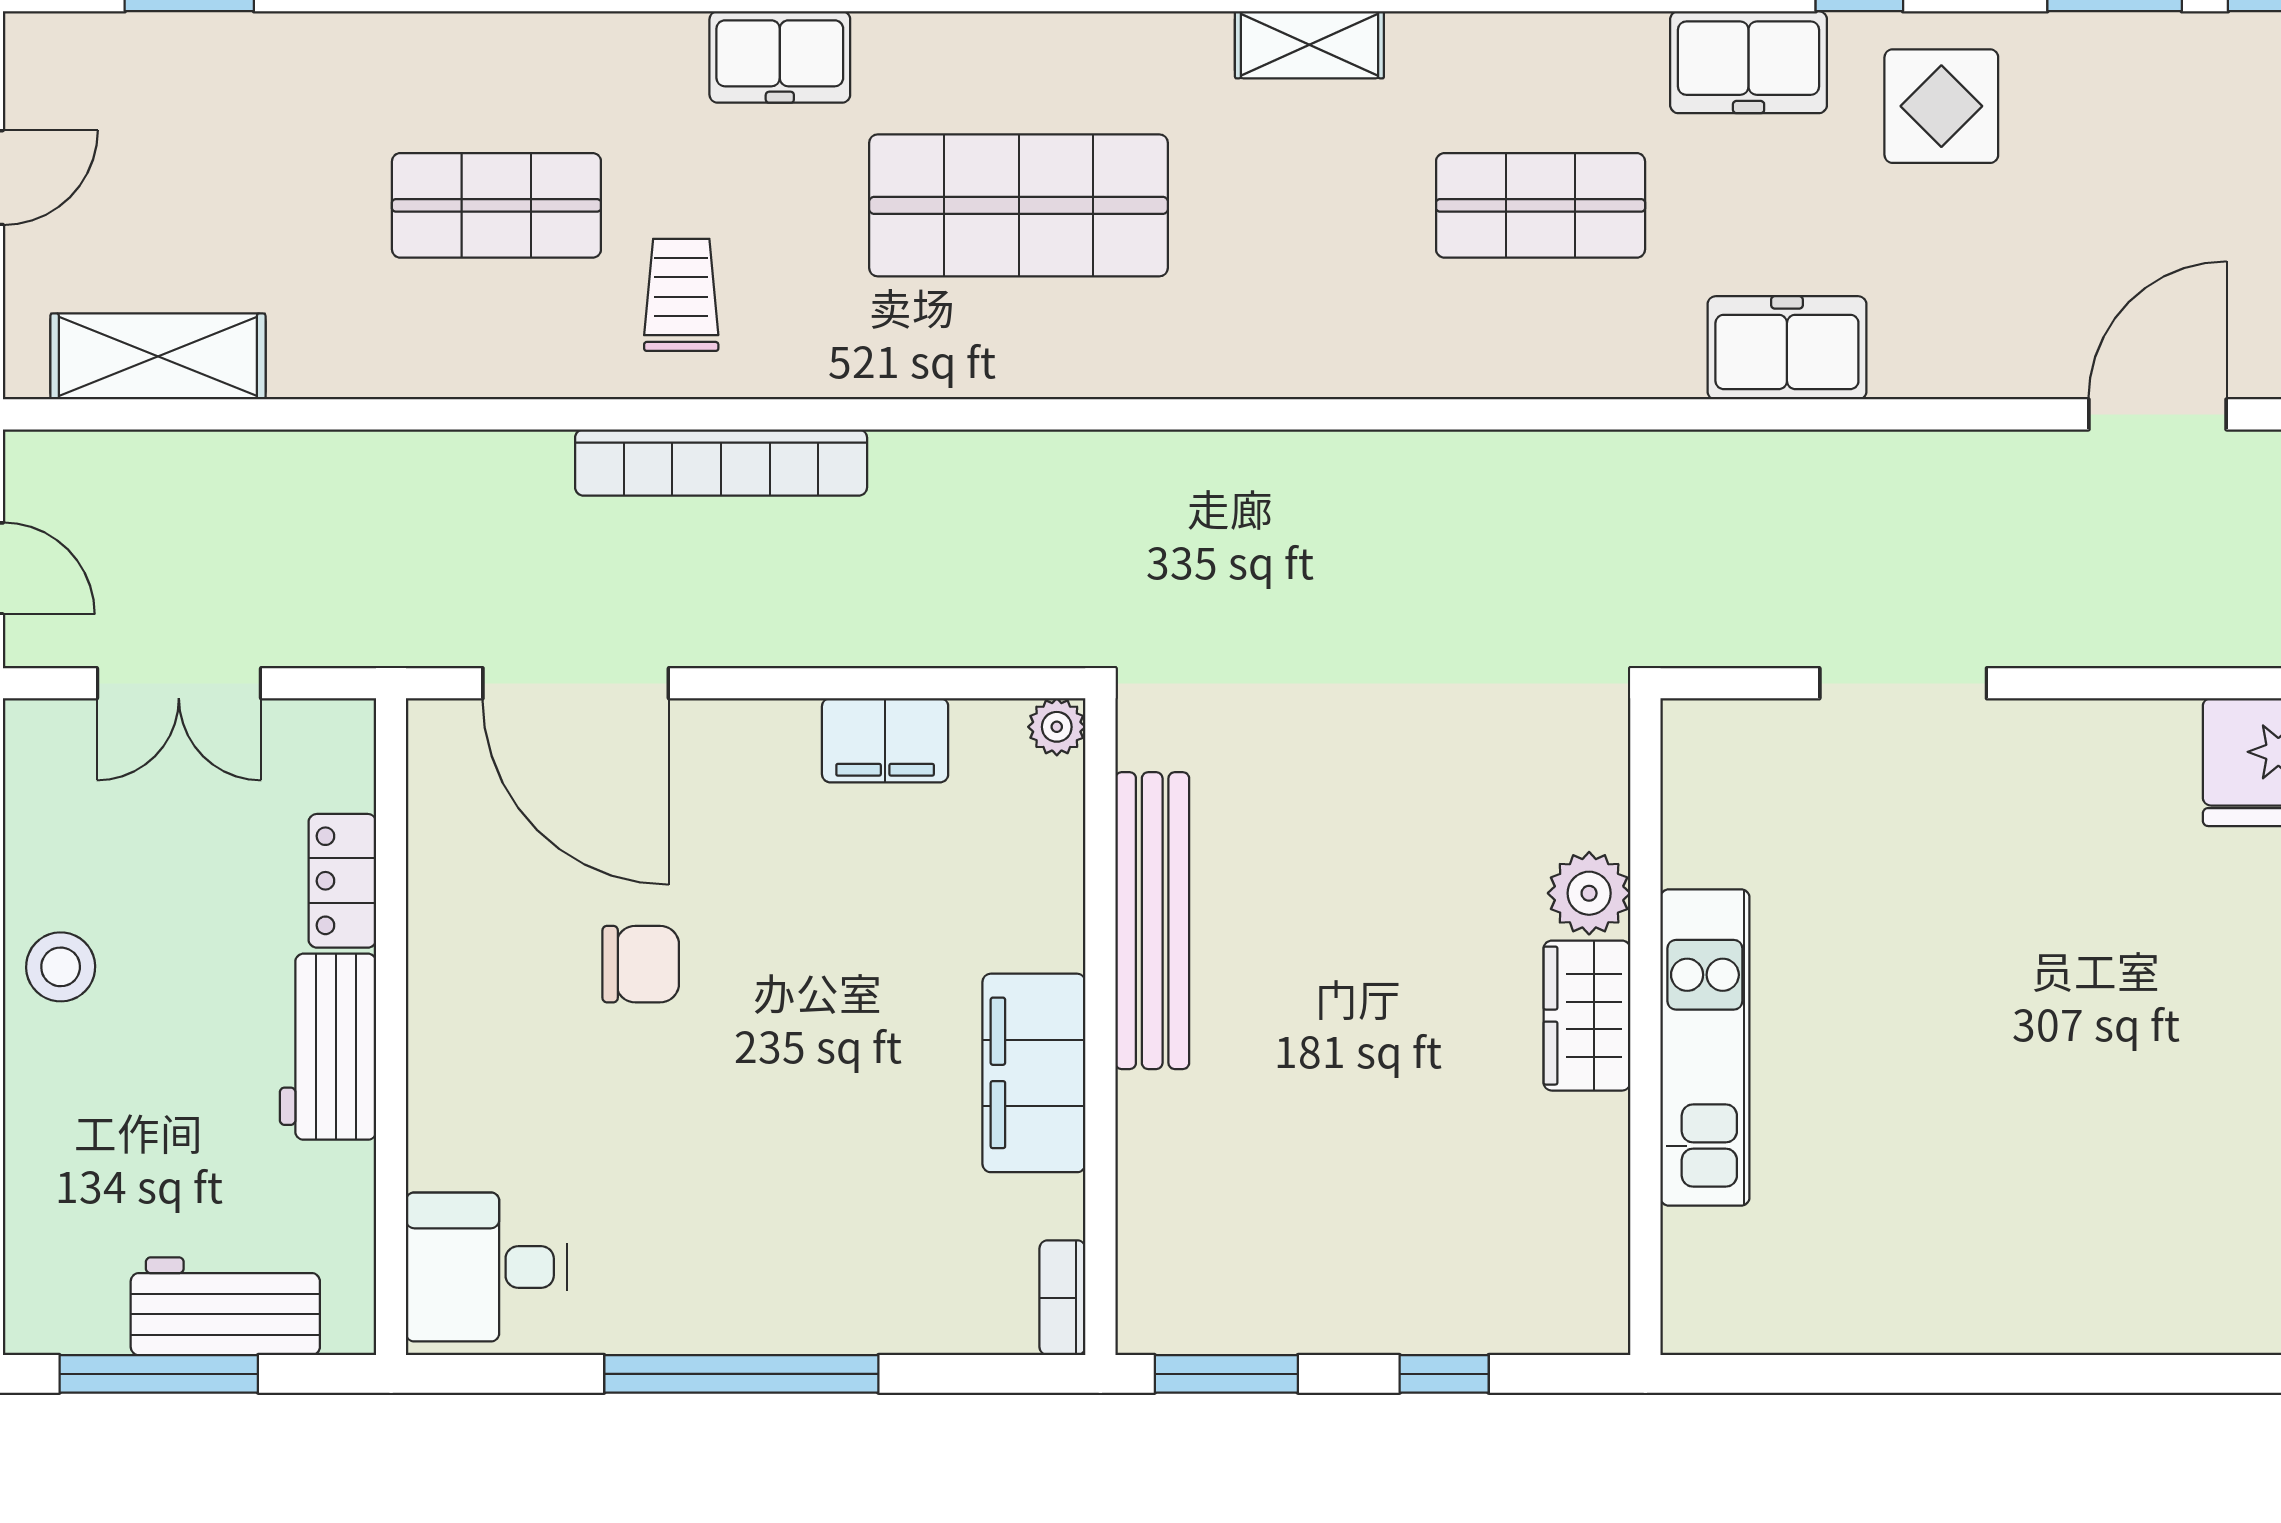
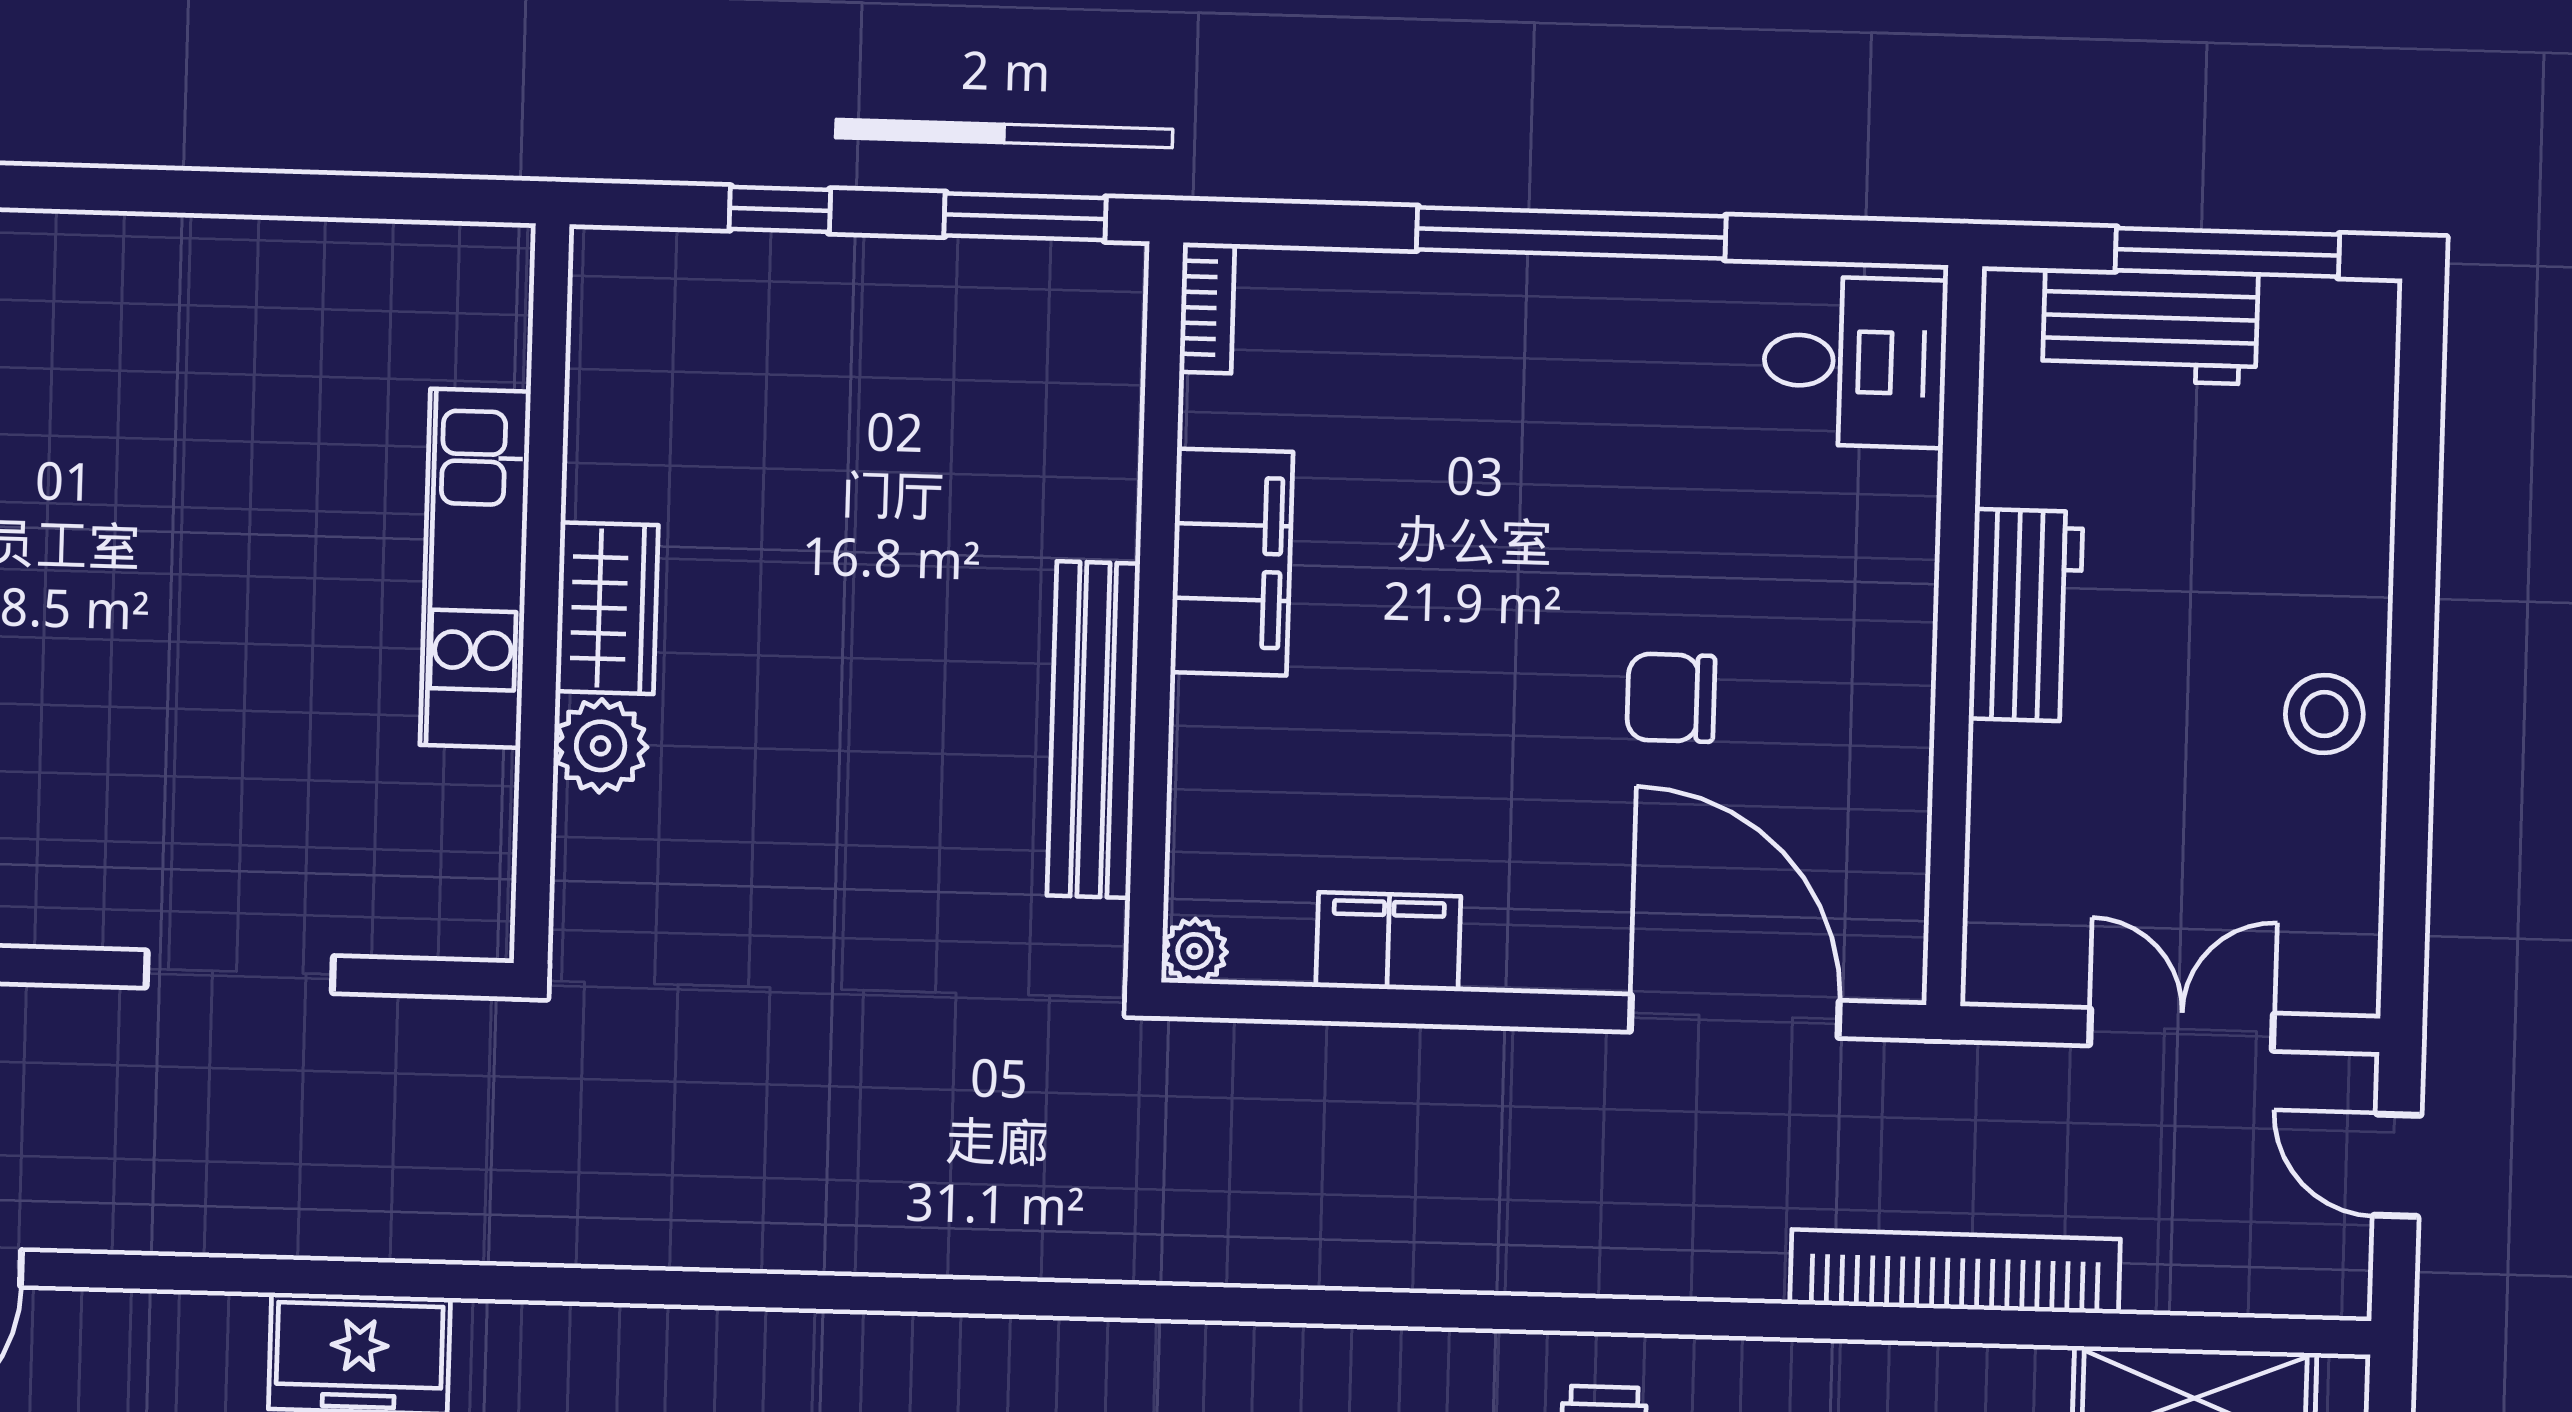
bookcase: (721, 462) -> (1955, 1272), moved
locker: (342, 881) -> (2004, 802), removed

